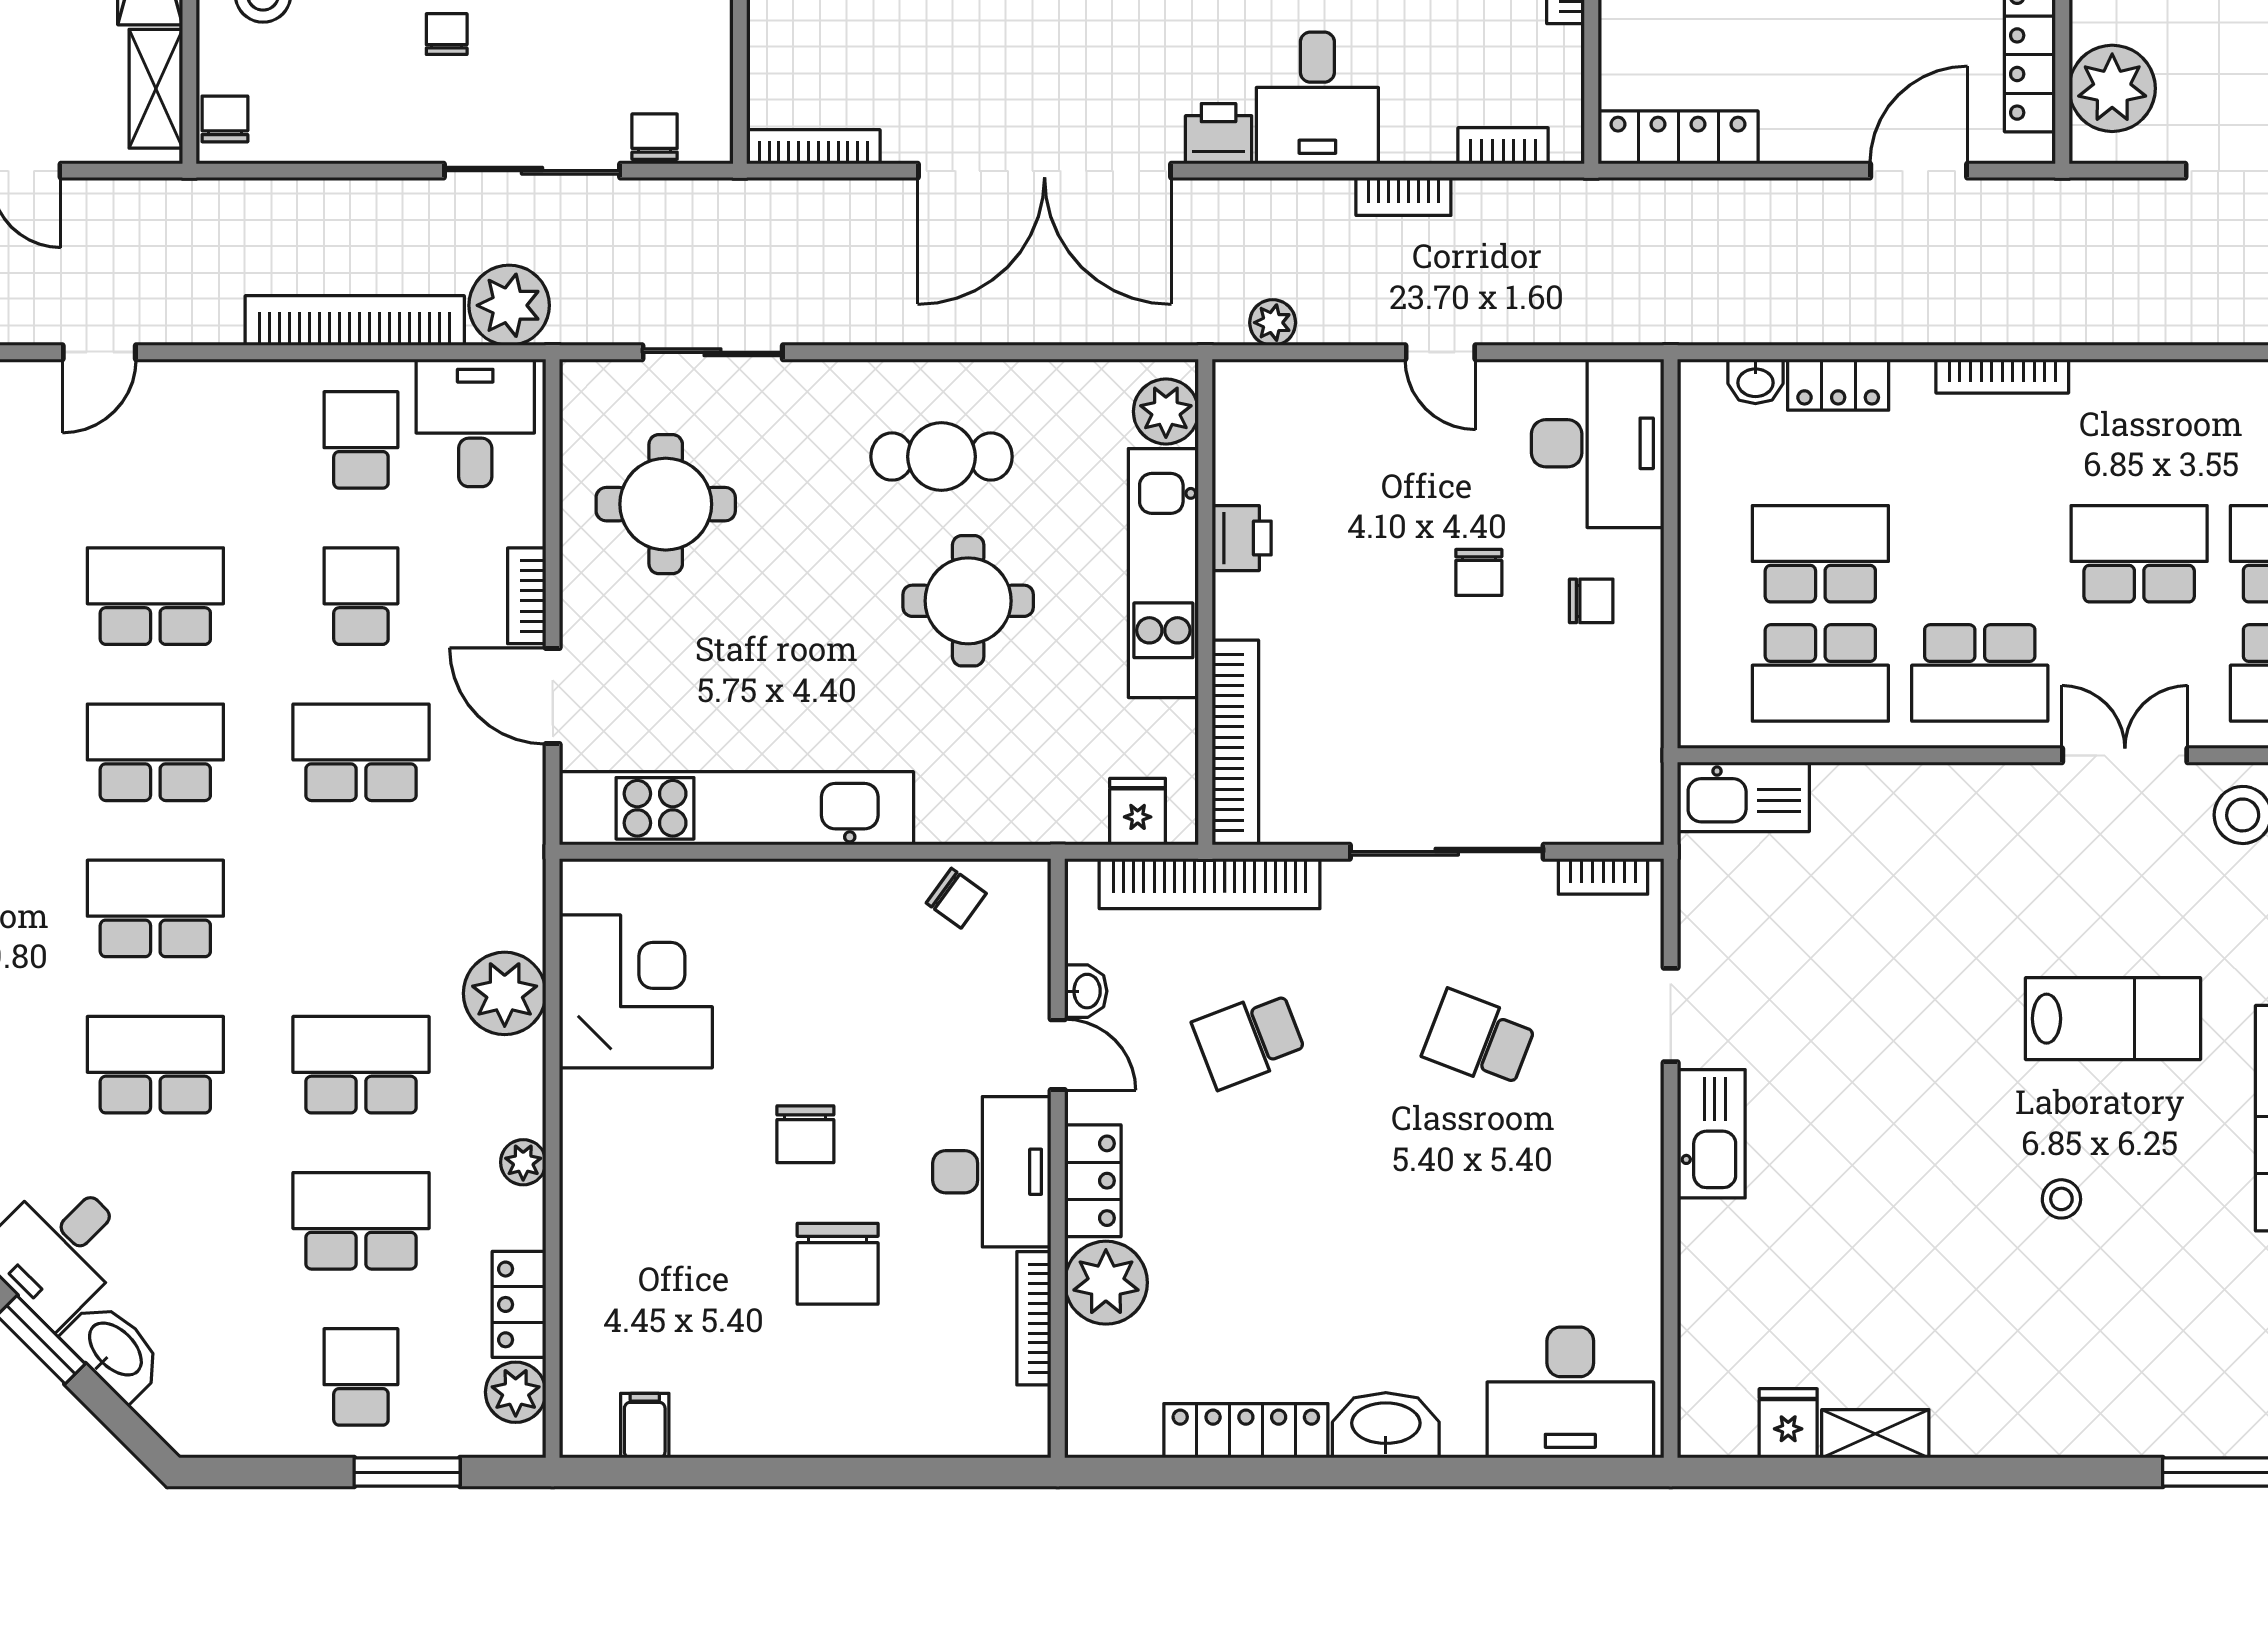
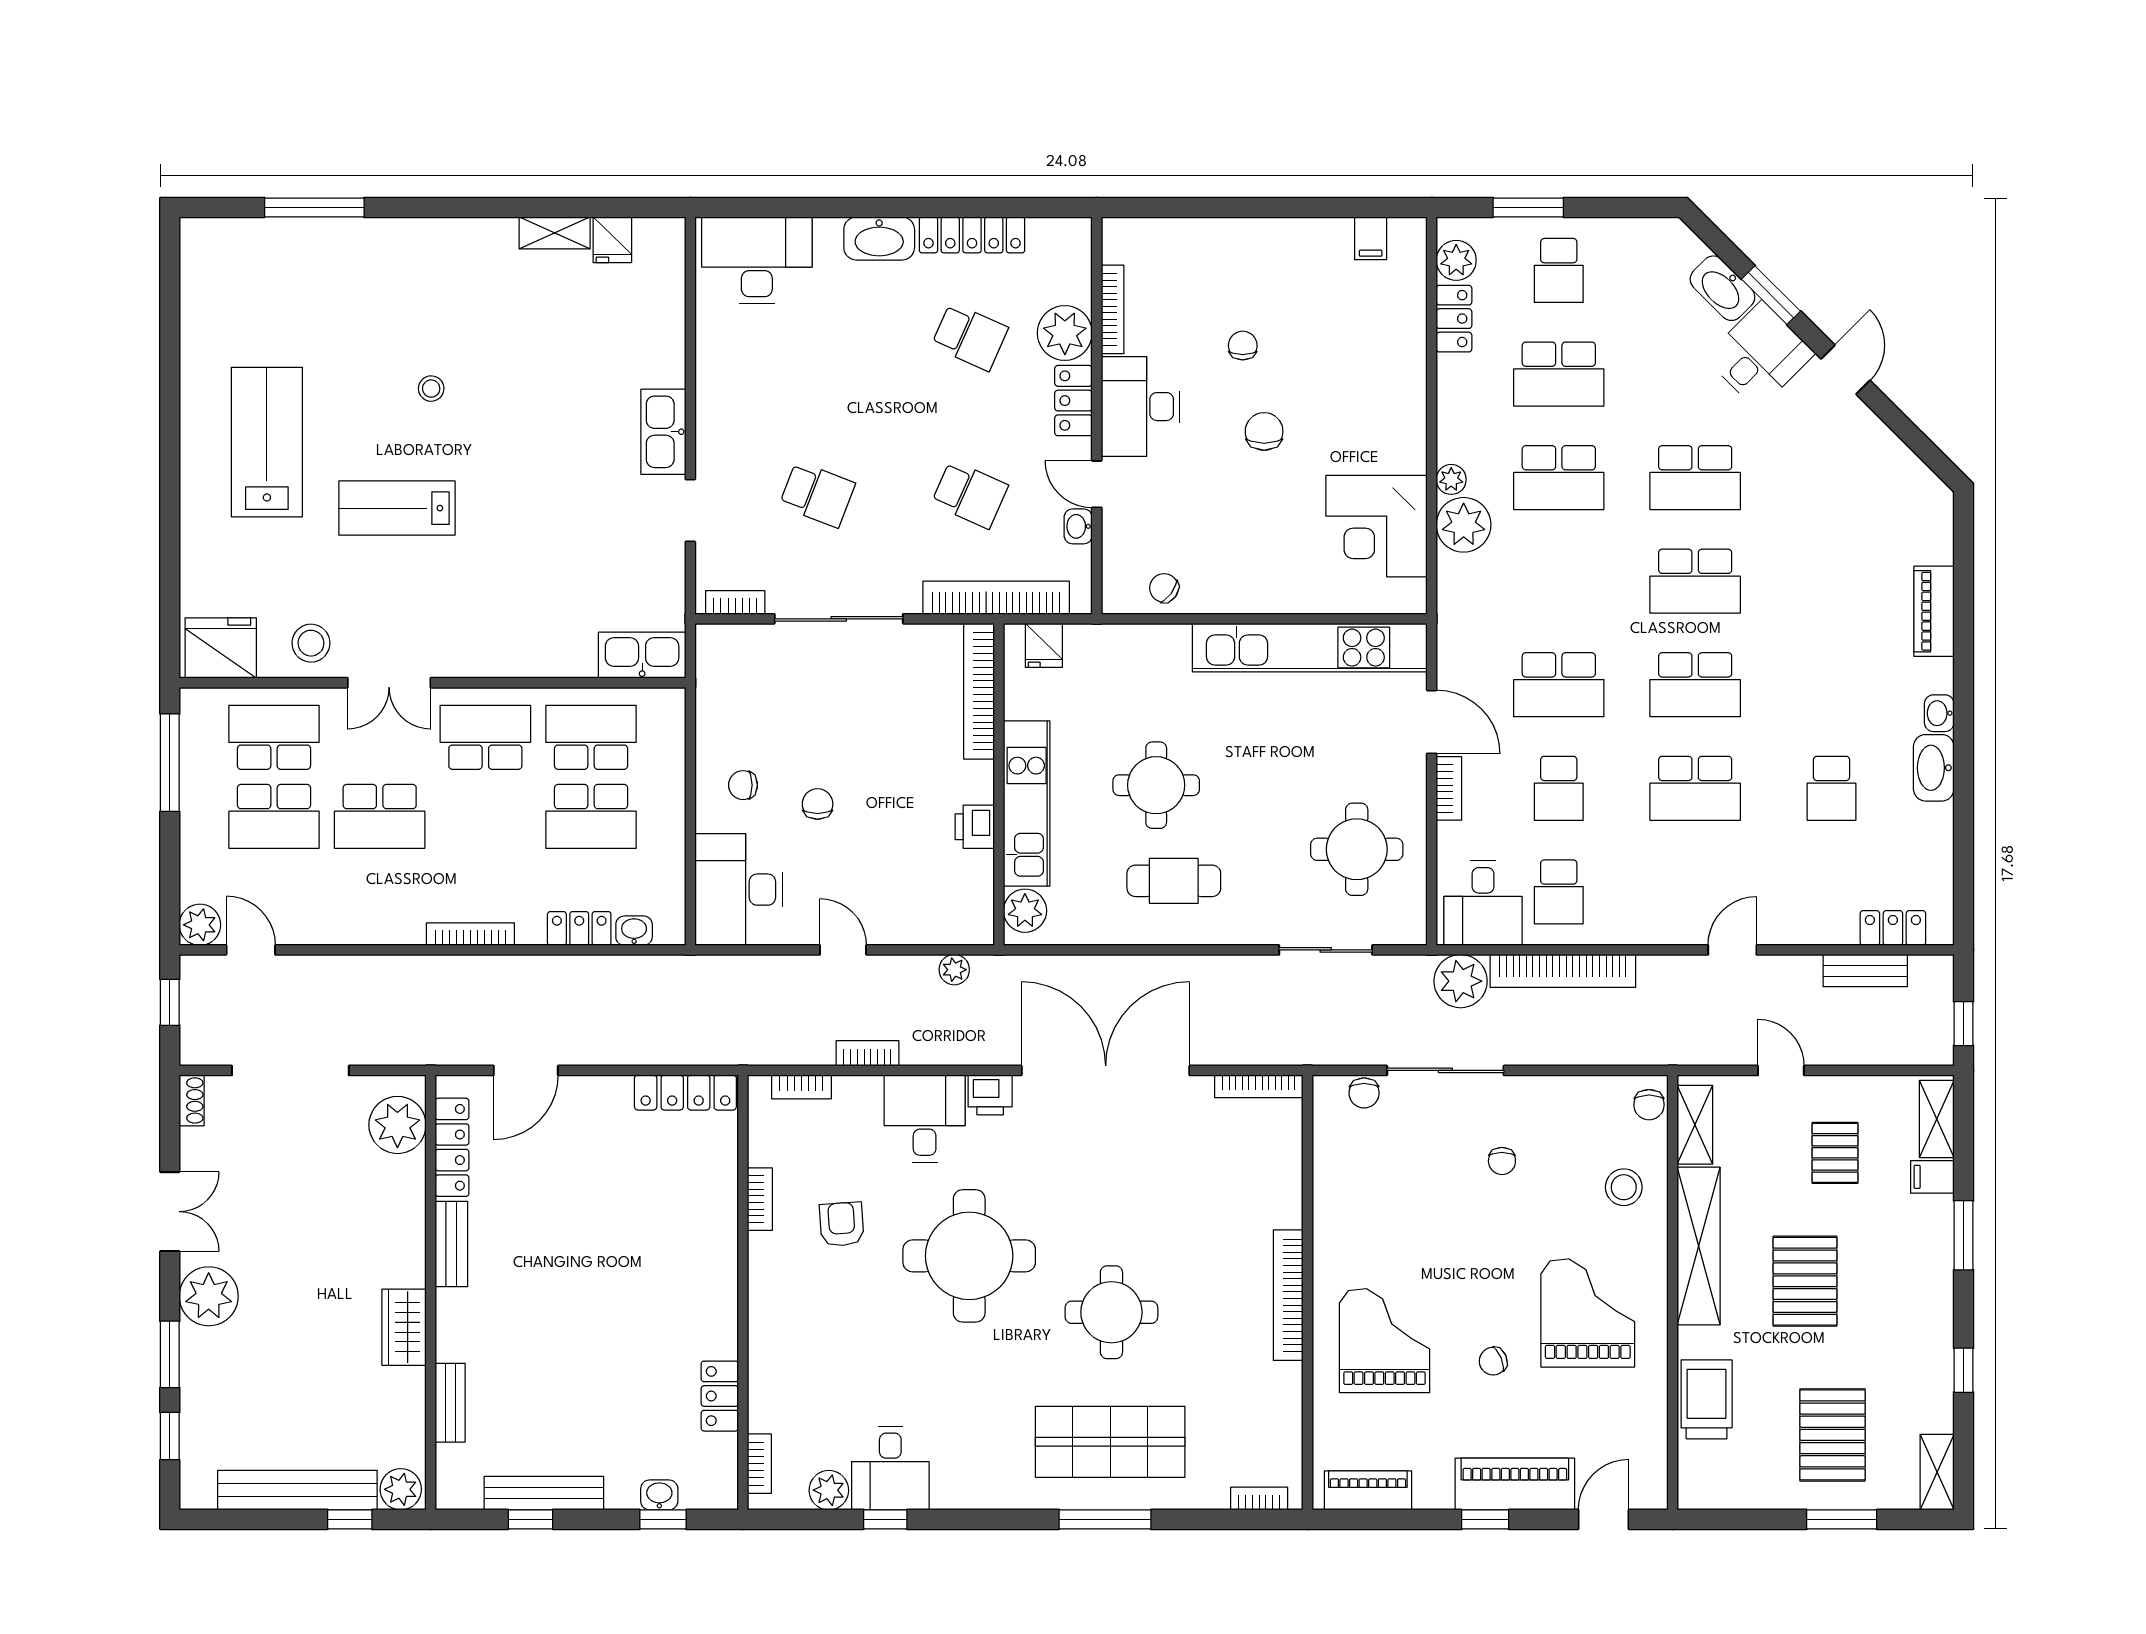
school desk: (1249, 1039) -> (970, 494), turned 45
plant: (523, 1162) -> (1451, 479), moved
chair: (838, 1264) -> (1243, 346), width x0.54, depth x0.54
school desk: (1249, 1277) -> (970, 337), added

